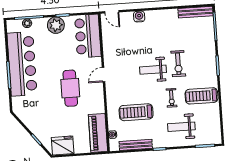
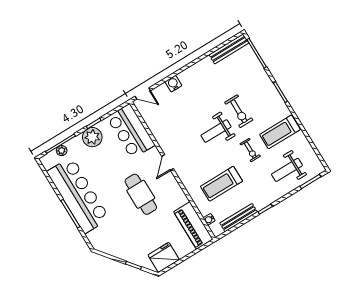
weight bench: (181, 127) -> (287, 170), moved

